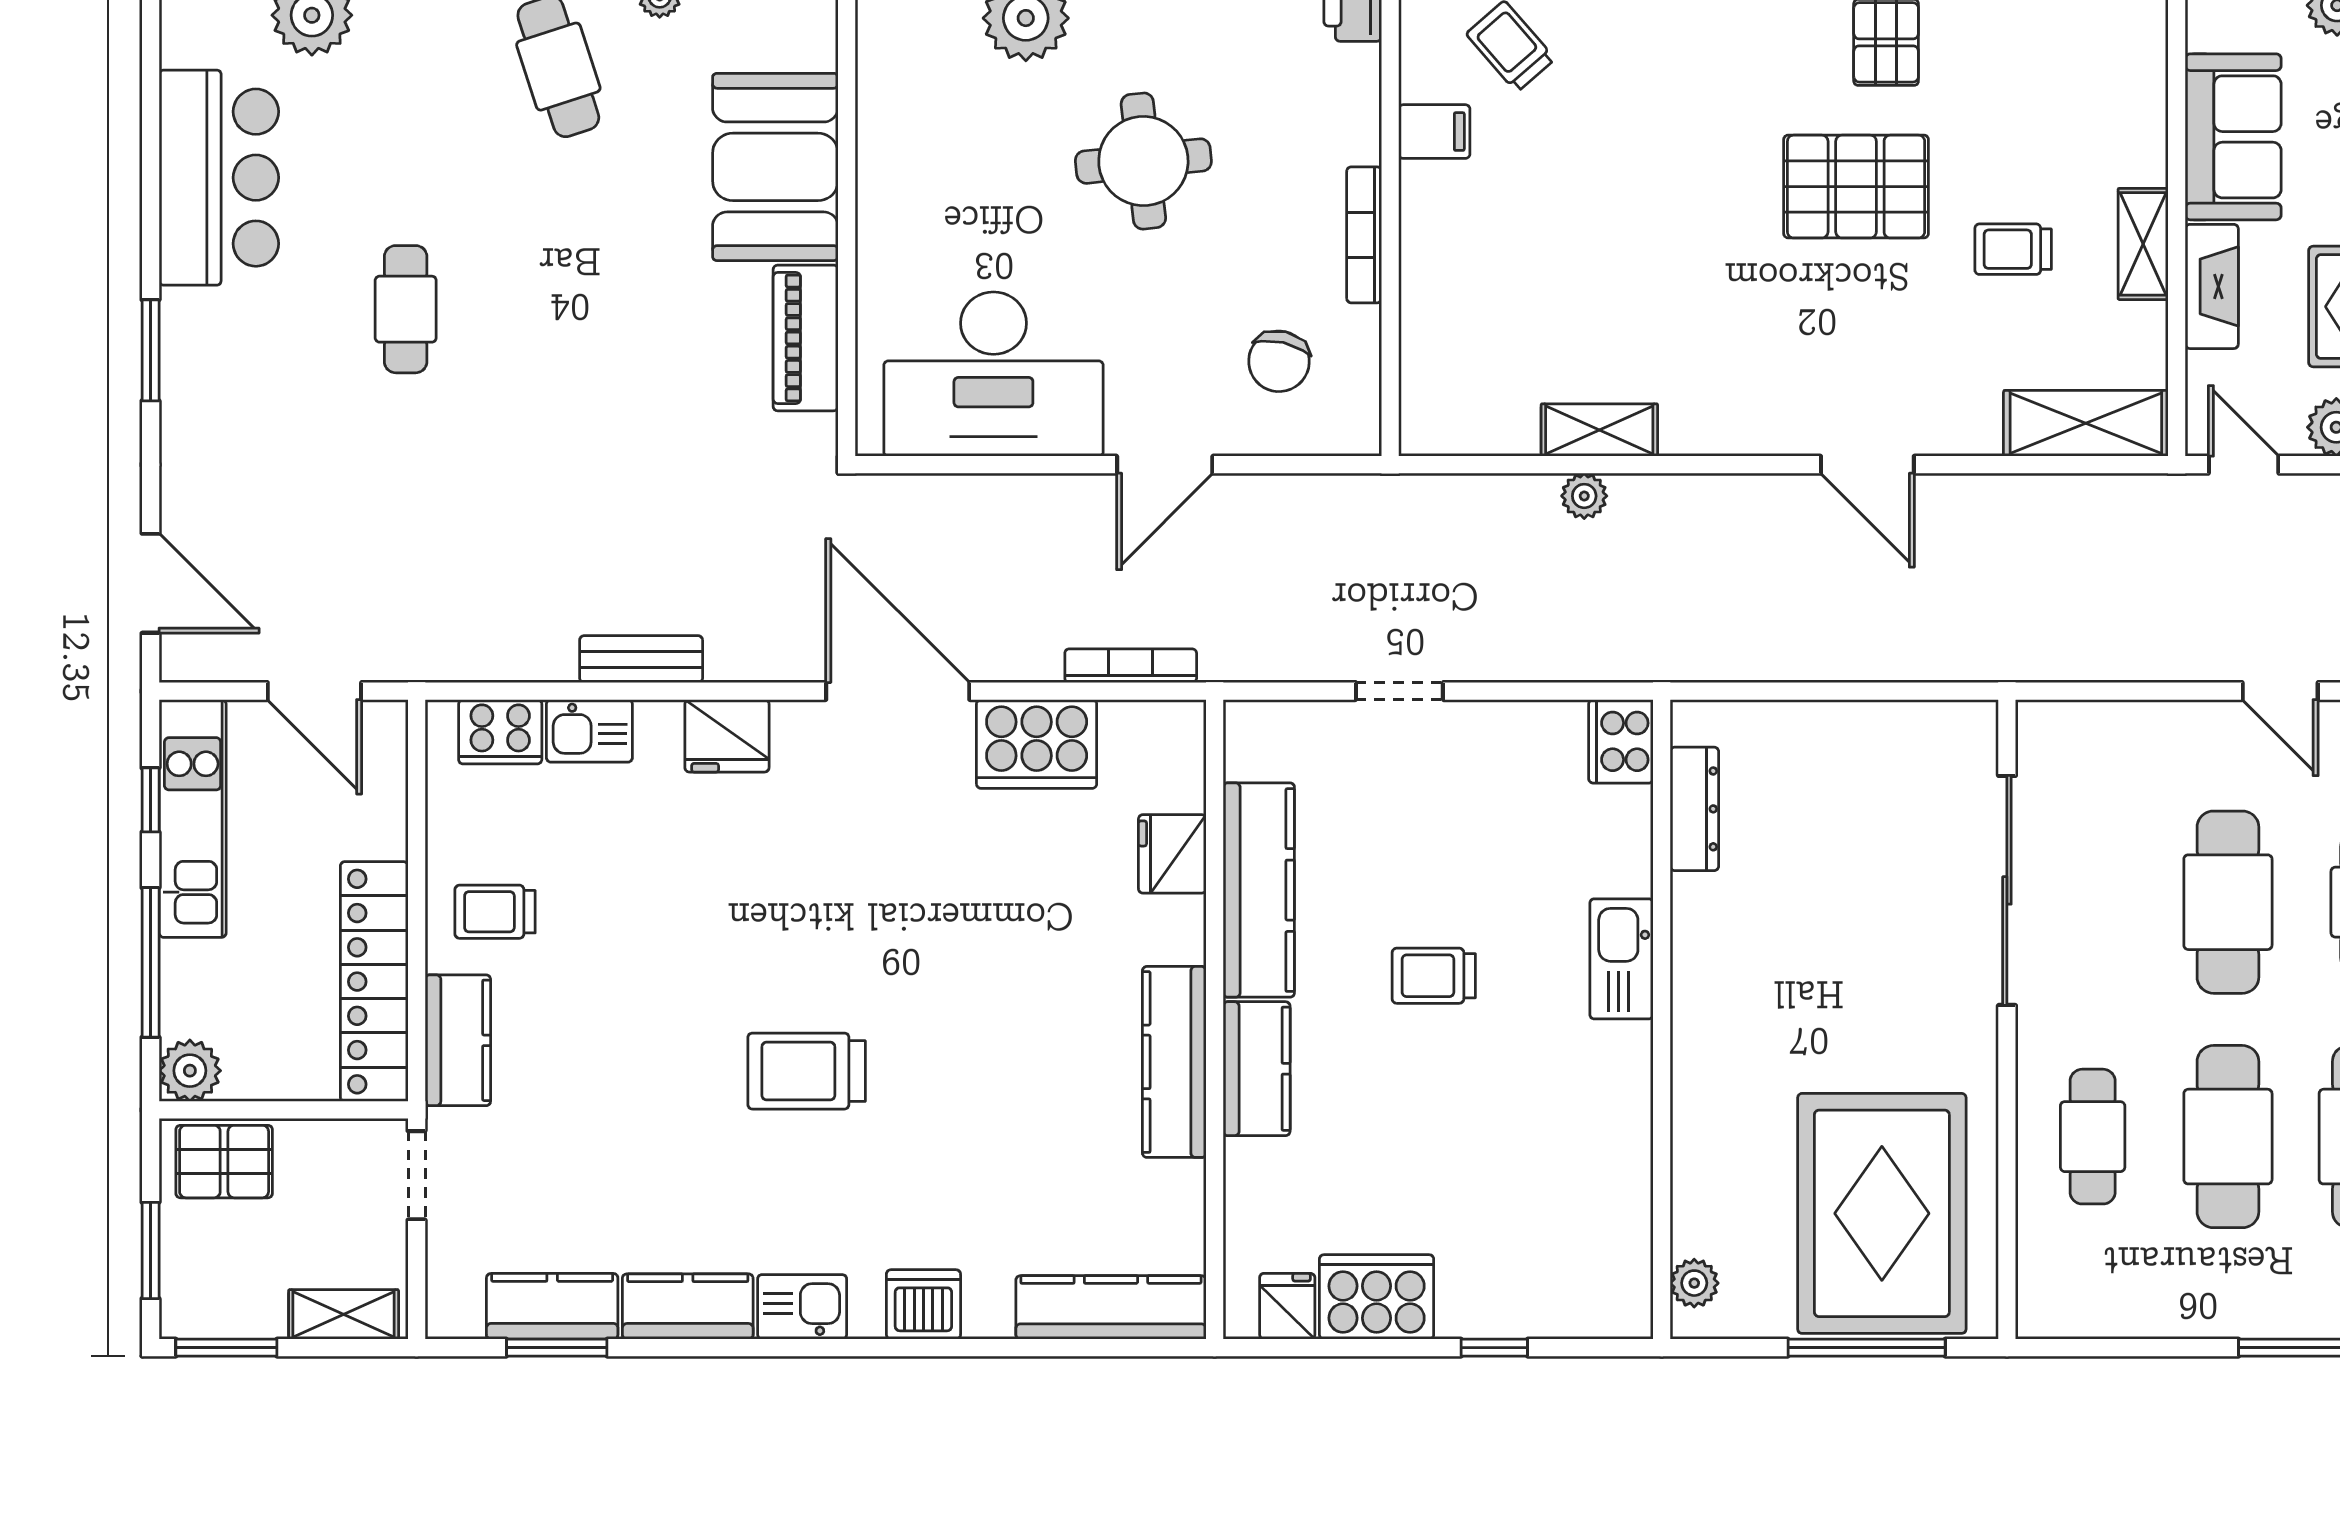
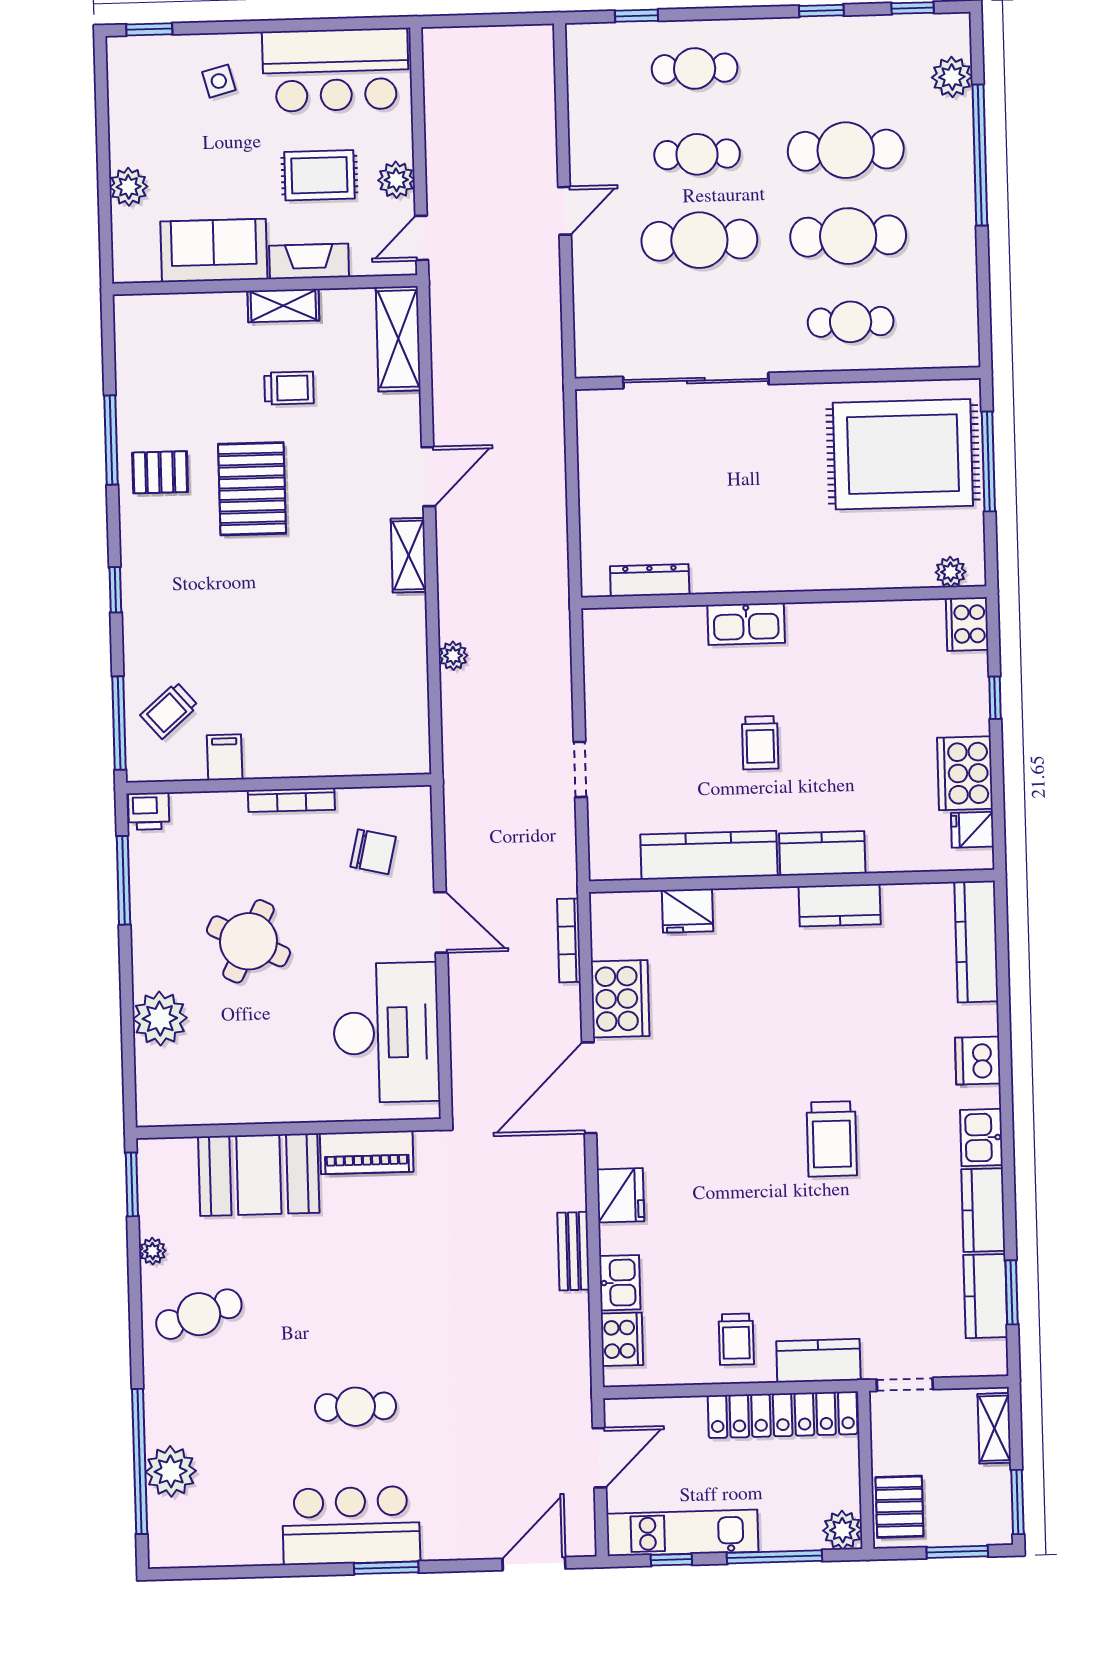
round table: (1143, 161) -> (248, 941), turned 32
bar counter: (219, 178) -> (351, 1525), moved
trolley: (2013, 249) -> (289, 388), turned -90
shelving: (1599, 430) -> (408, 555), moved
cooker: (1621, 741) -> (967, 624), moved, turned 90
kitchen counter: (1174, 1062) -> (840, 905), width x0.67

